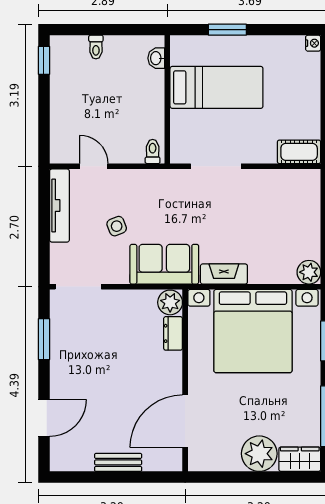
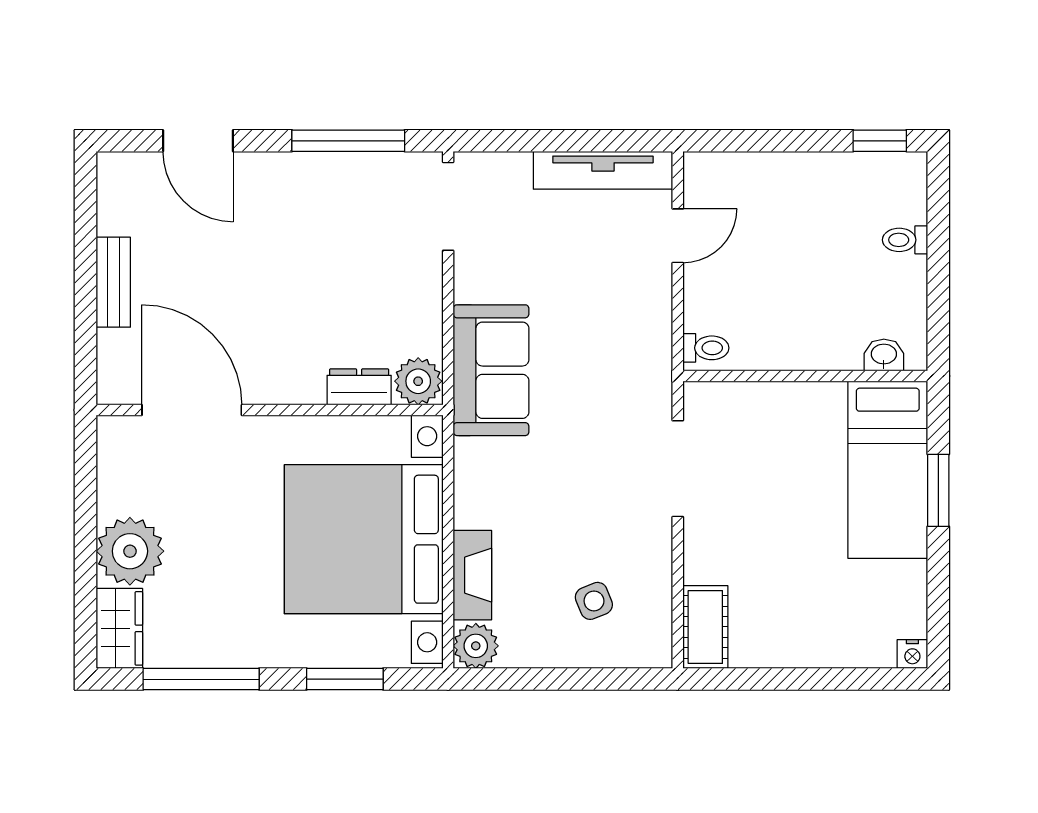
bed: (216, 87) -> (888, 470), moved
side table: (117, 226) -> (594, 601), moved
fireplace: (224, 274) -> (472, 575), moved
window: (44, 339) -> (348, 141), width x1.44

